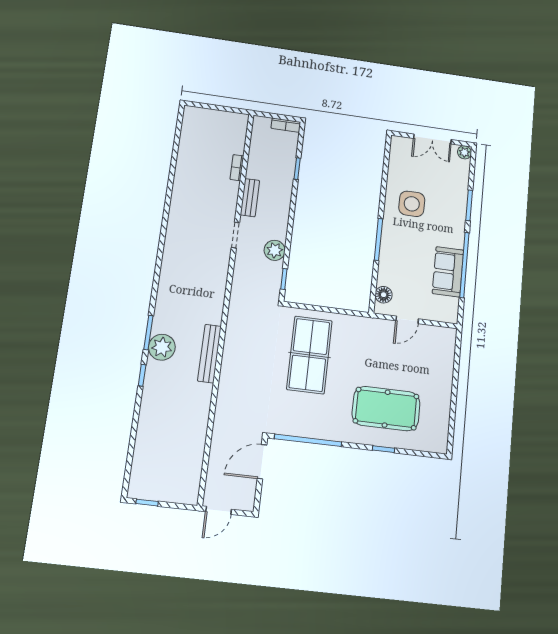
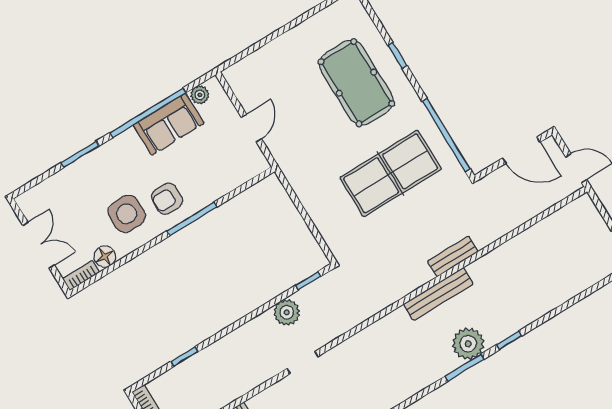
bookcase: (395, 148) -> (81, 275), added
plant: (464, 152) -> (200, 95), moved
bench: (250, 198) -> (453, 256), moved
armchair: (403, 235) -> (167, 199), added
floor lamp: (384, 295) -> (105, 257), moved
door: (407, 320) -> (251, 128), hinge flipped
table tennis table: (309, 355) -> (391, 173), moved
door: (262, 462) -> (521, 150), moved

